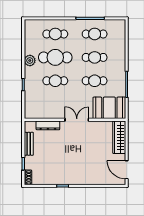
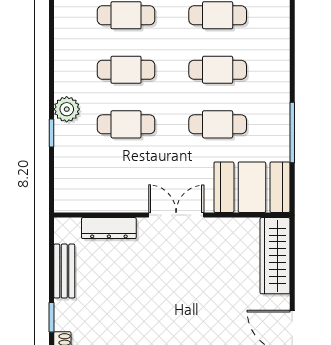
cafe table: (55, 57) -> (126, 70), width x0.73, depth x0.74
plant: (30, 61) -> (67, 109), moved

